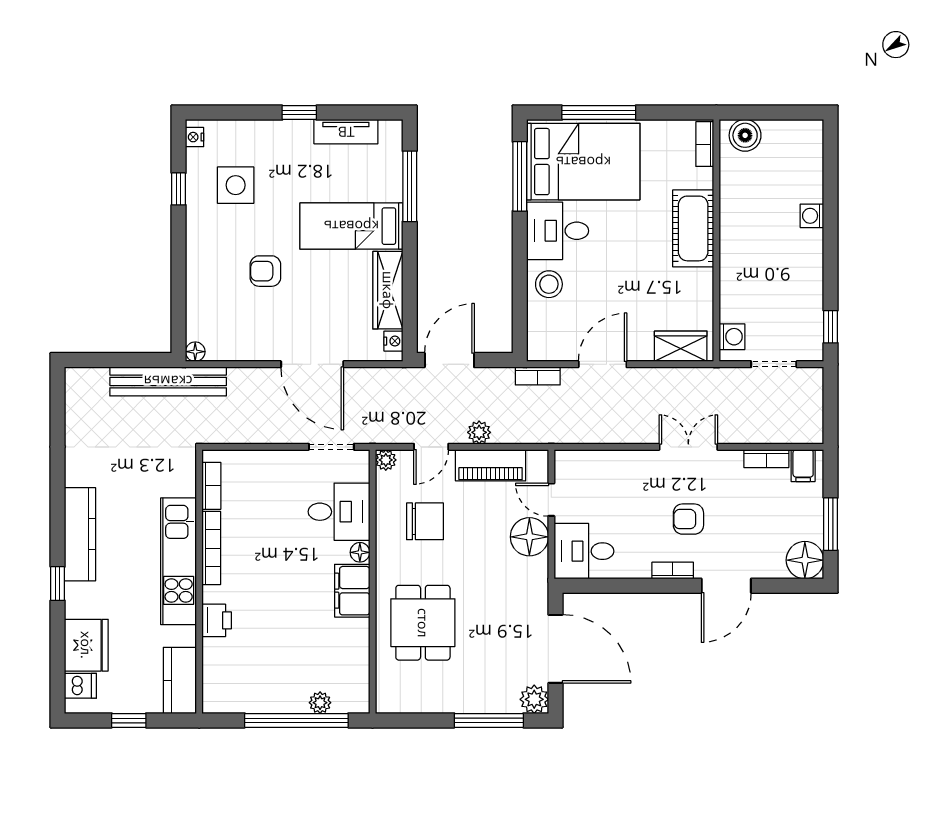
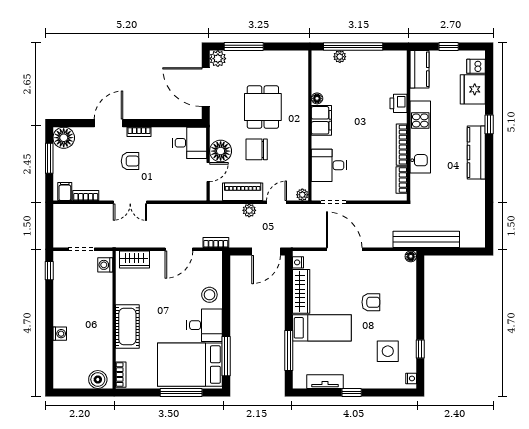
door: (551, 500) -> (208, 172), hinge flipped
chair: (425, 521) -> (257, 149), moved
floor lamp: (360, 552) -> (317, 98), moved
dining table: (423, 623) -> (263, 107), moved

